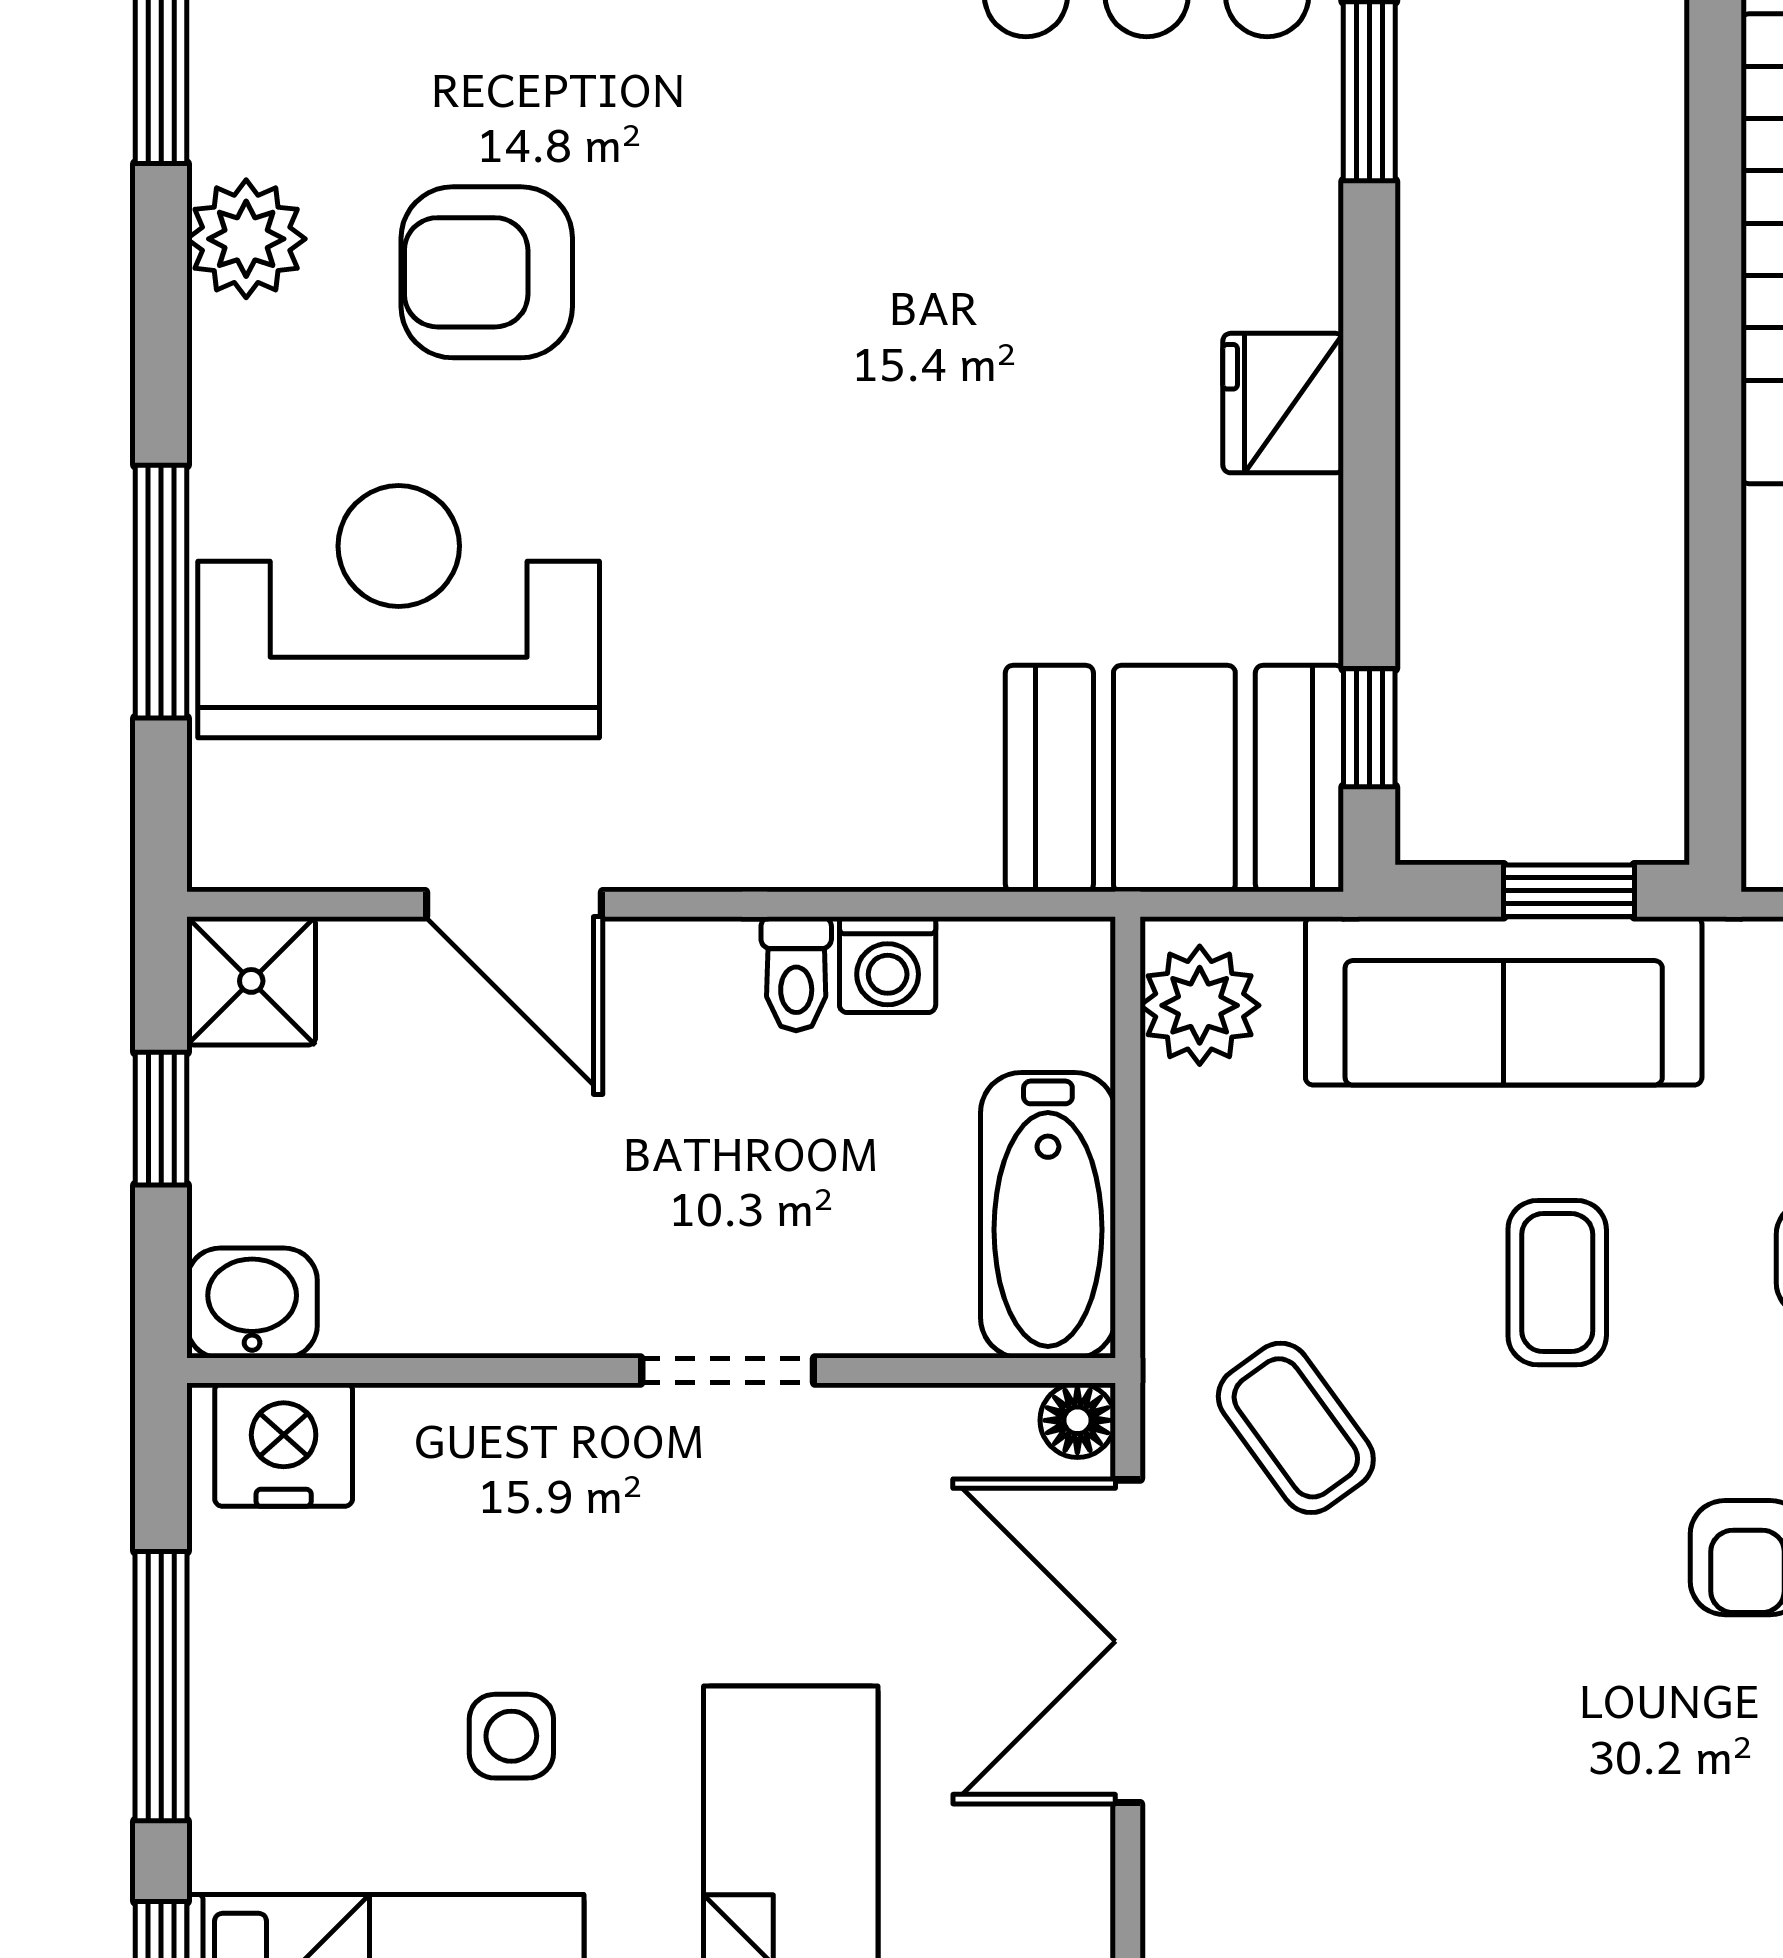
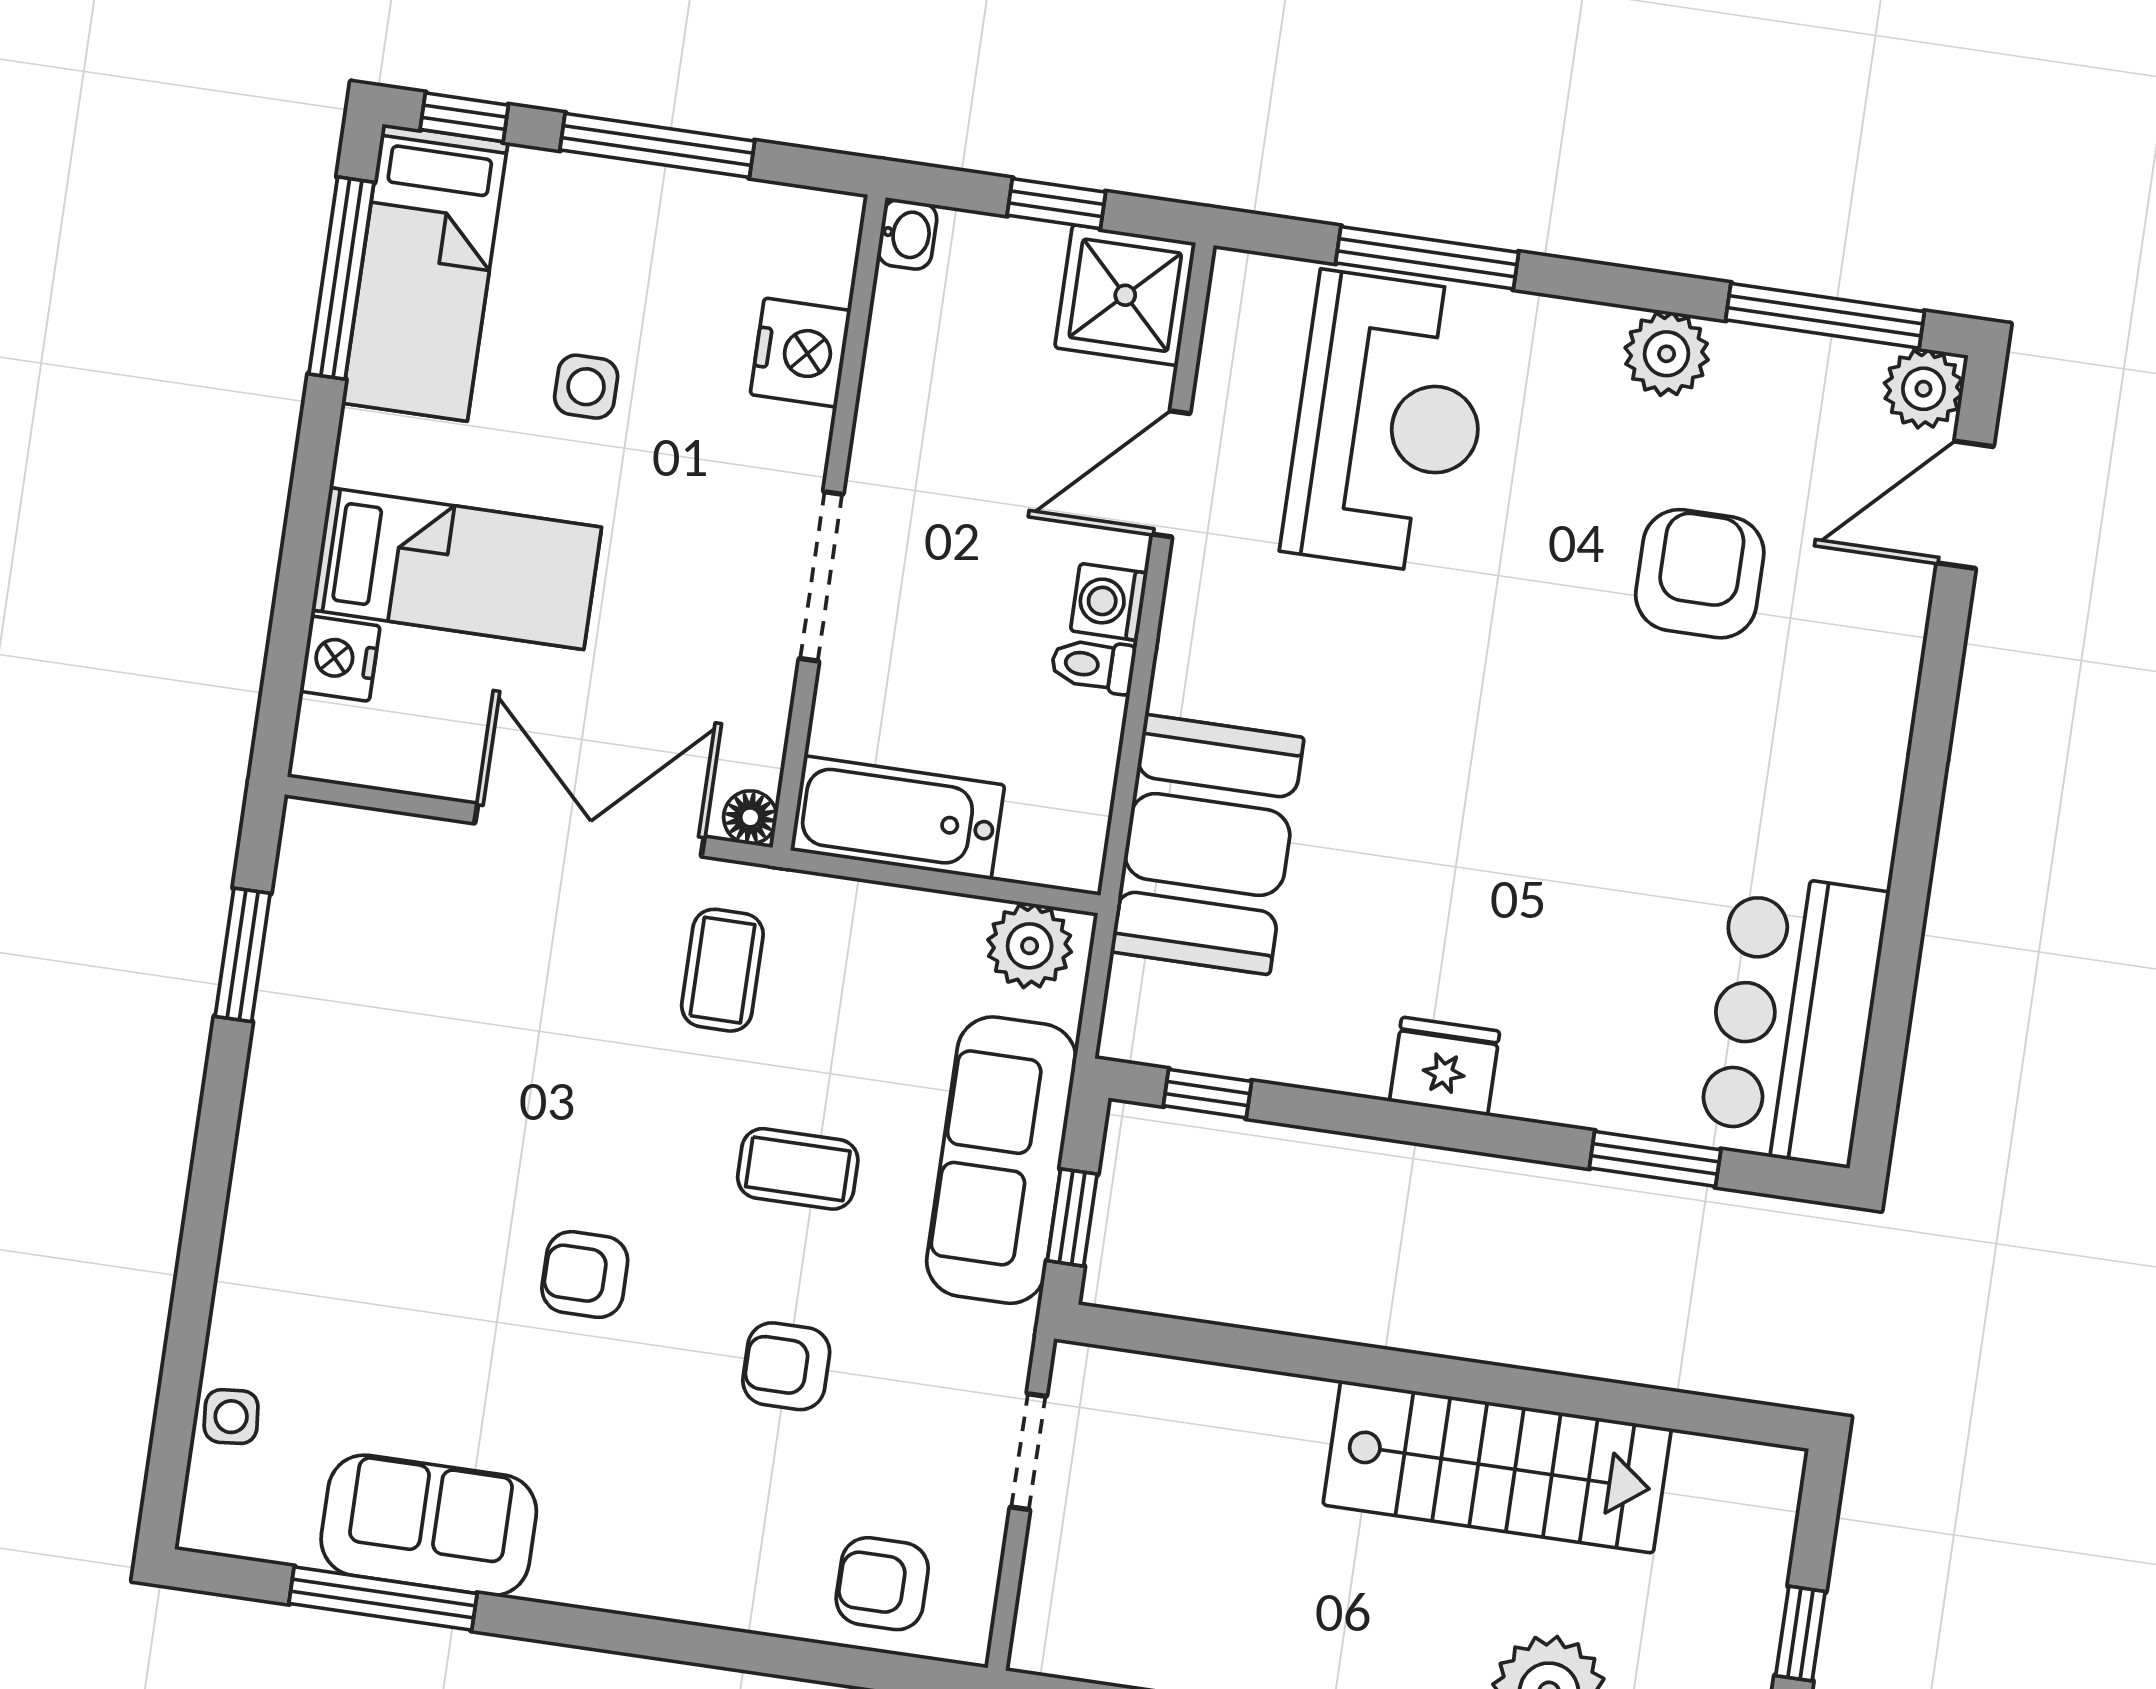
armchair: (487, 272) -> (1700, 574), moved
booth: (1174, 778) -> (1207, 845), moved
washing machine: (888, 965) -> (1109, 602), moved
shower: (251, 981) -> (1125, 295), width x1.36, depth x1.36
washbasin: (252, 1303) -> (907, 234), width x0.72, depth x0.69
doorway: (728, 1371) -> (821, 576), width x1.38
coffee table: (1296, 1428) -> (722, 970), turned -54
nightstand: (284, 1445) -> (800, 353), moved

